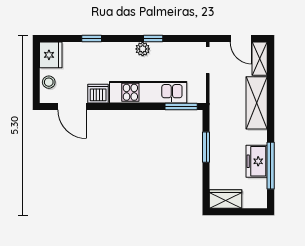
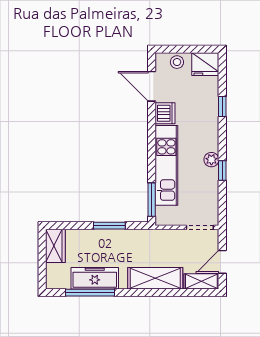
door: (72, 106) -> (152, 86), hinge flipped
freezer: (257, 161) -> (95, 278), width x1.40

